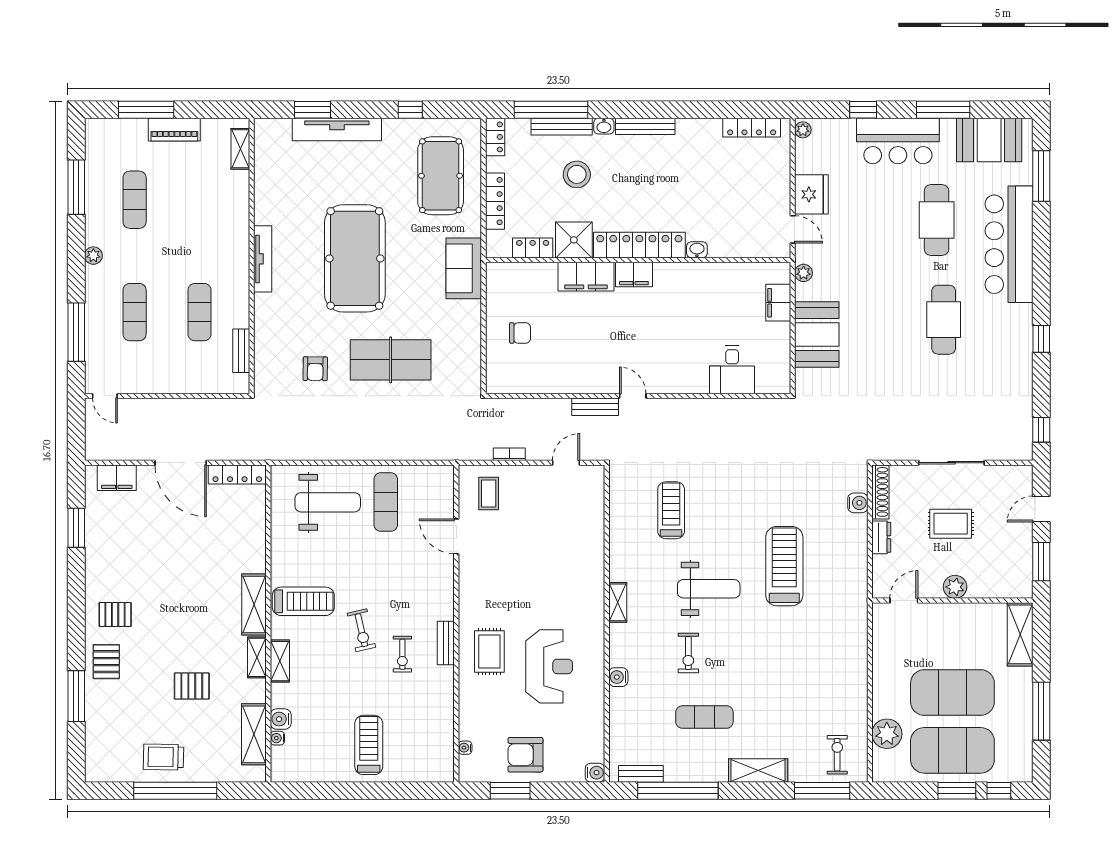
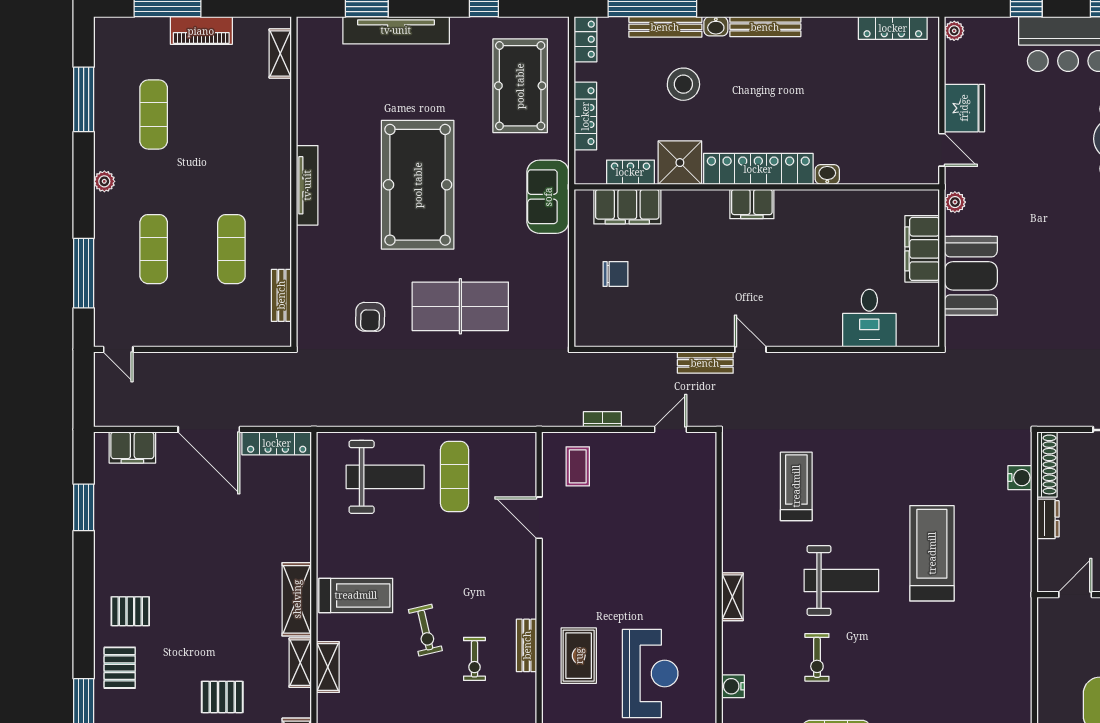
filing cabinet: (586, 277) -> (627, 207), moved
filing cabinet: (778, 303) -> (922, 249), width x1.50, depth x1.17

